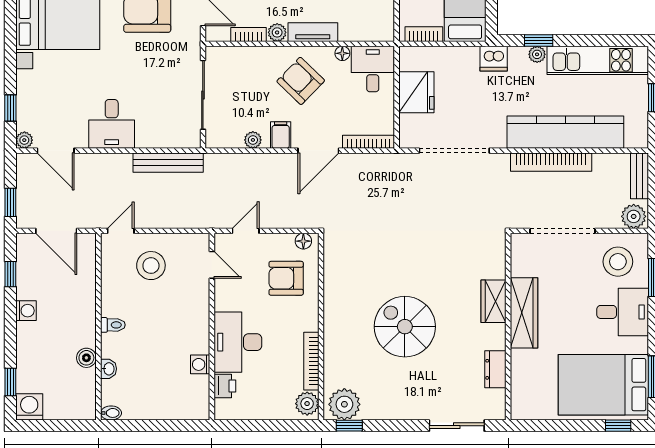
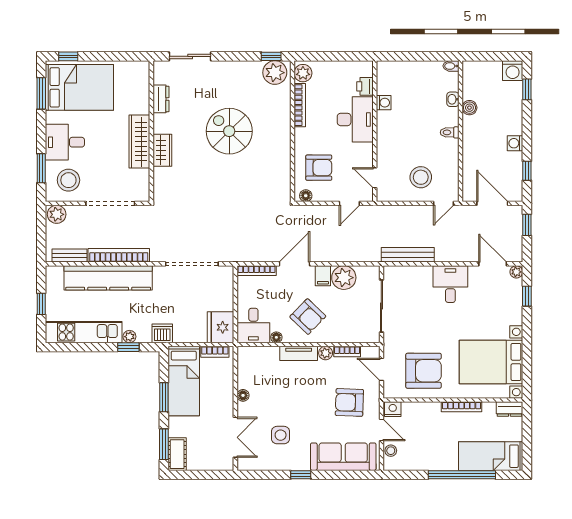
fridge: (416, 92) -> (220, 327), moved
plant: (253, 140) -> (344, 278), width x1.88, depth x1.88
bench: (640, 176) -> (70, 256), moved, turned 90
spiral stairs: (405, 327) -> (229, 131), turned 180

